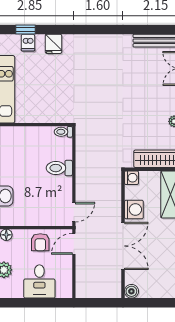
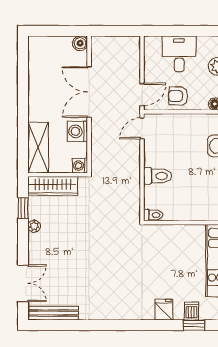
armchair: (40, 242) -> (178, 96), turned -90

